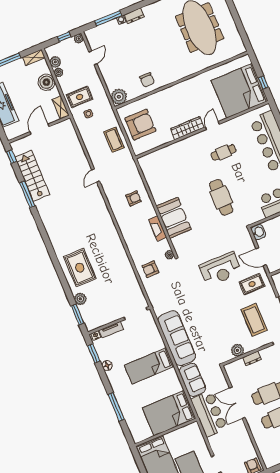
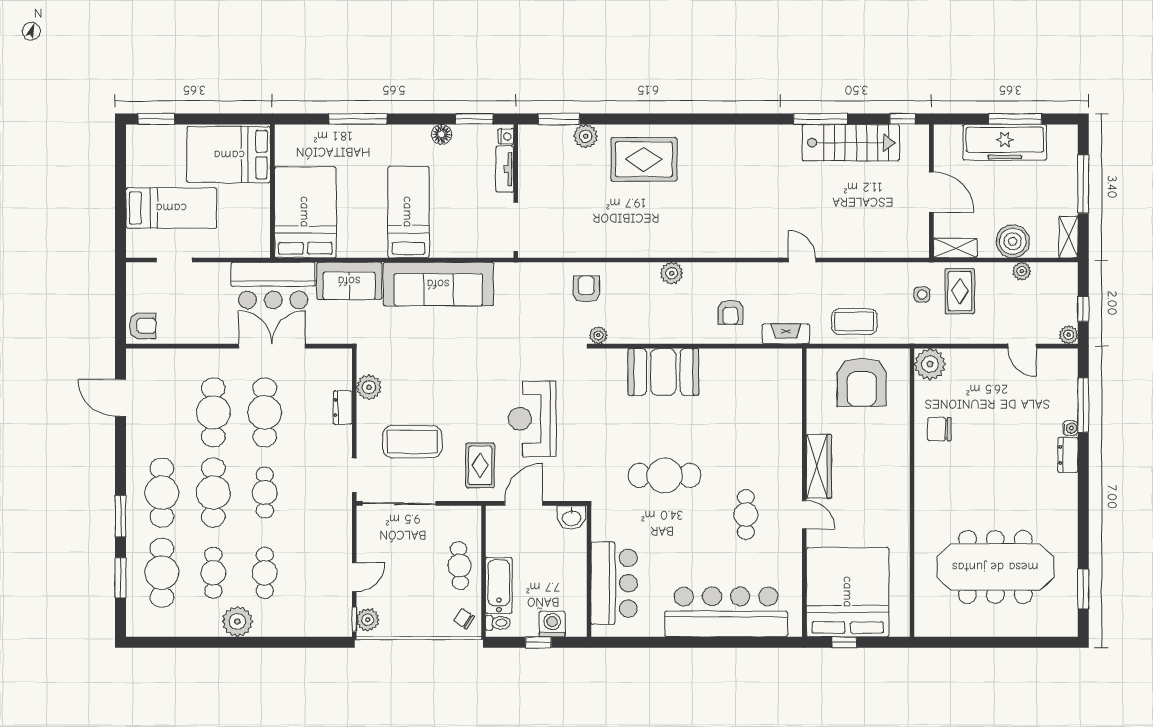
plant: (55, 62) -> (672, 273), moved
fireplace: (158, 228) -> (786, 334), moved

